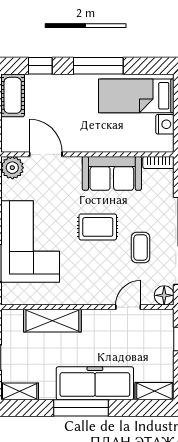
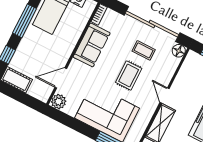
rug: (98, 227) -> (129, 75), moved
door: (128, 307) -> (165, 95), moved

